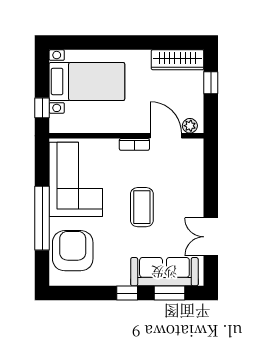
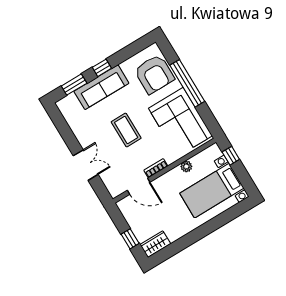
wardrobe: (178, 60) -> (155, 244), width x0.67
plant: (190, 126) -> (186, 166), moved
double door: (211, 237) -> (86, 165), moved
sofa: (164, 272) -> (101, 87), moved

